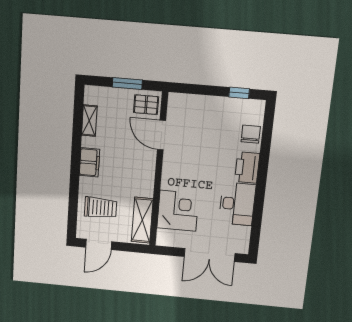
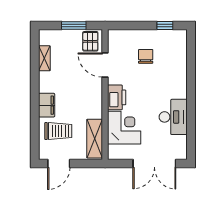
pallet: (146, 105) -> (90, 41), turned 90
chair: (251, 134) -> (146, 56), moved
filing cabinet: (89, 162) -> (47, 105), moved
printer: (247, 168) -> (117, 97), moved, turned 180

